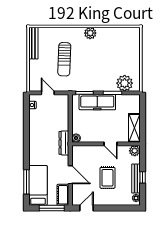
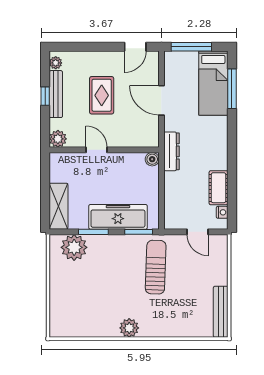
sun lounger: (64, 59) -> (156, 267), moved
shelving: (134, 128) -> (59, 206), moved
cot: (63, 195) -> (219, 188), moved

